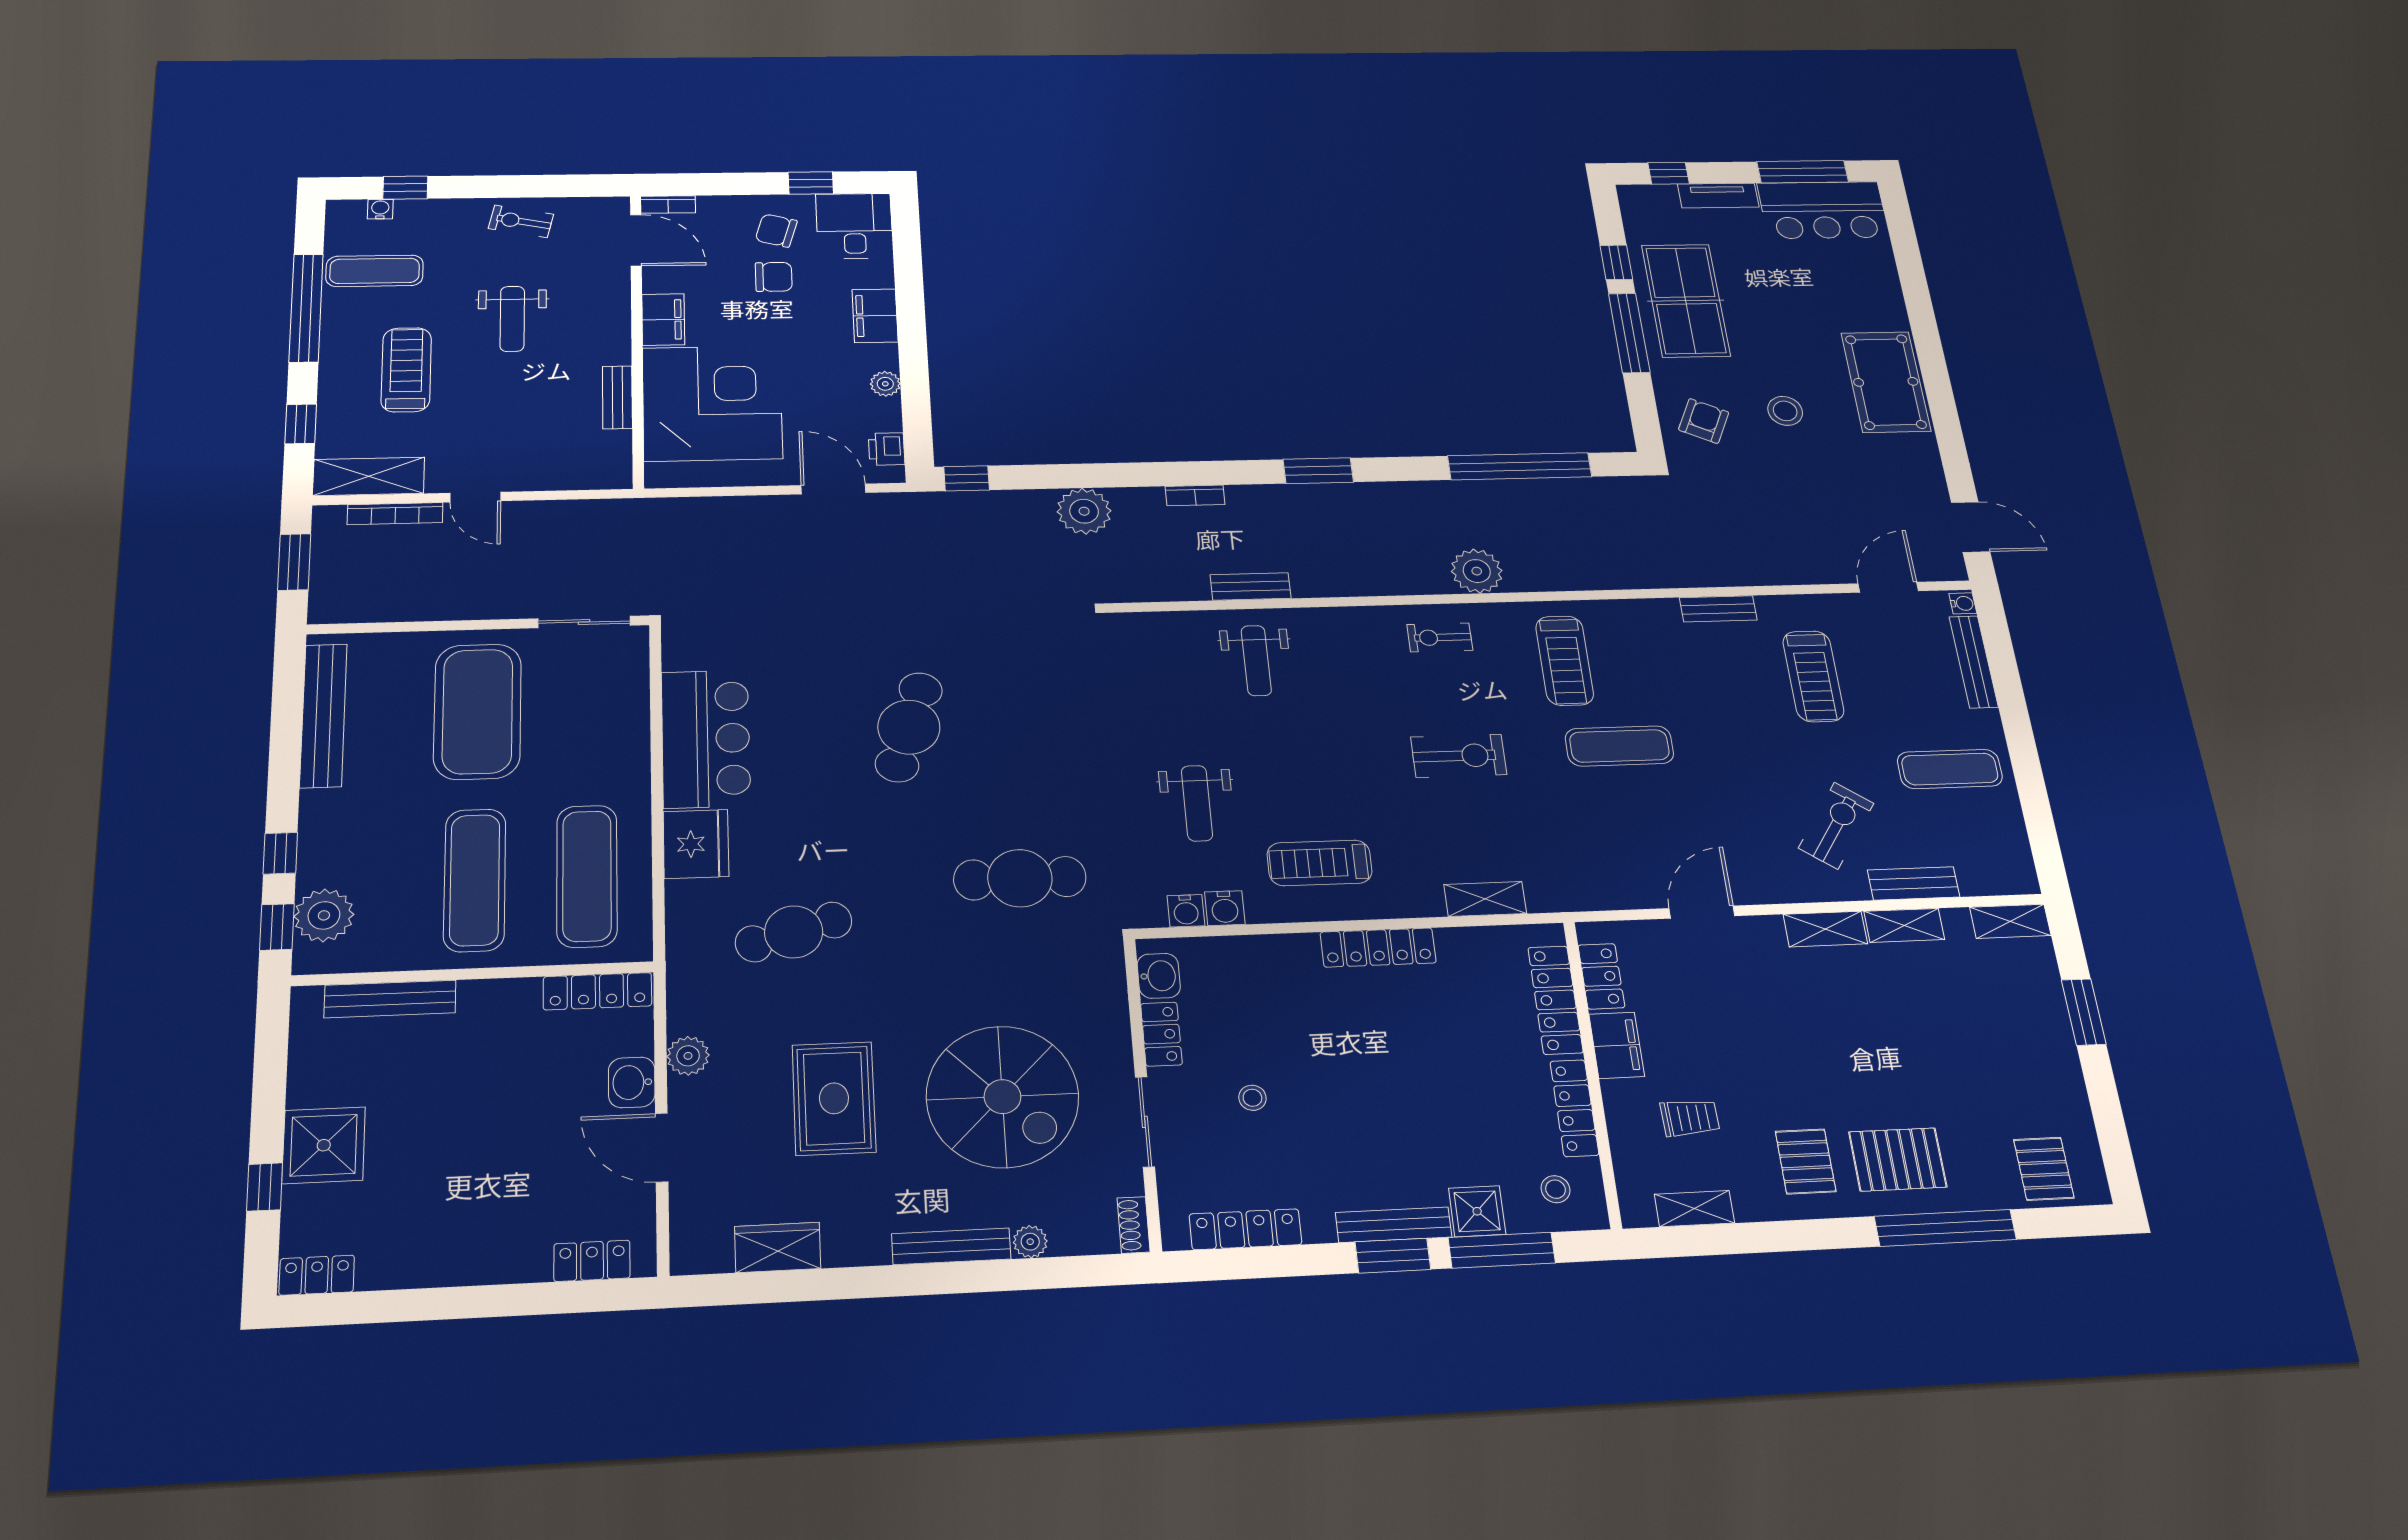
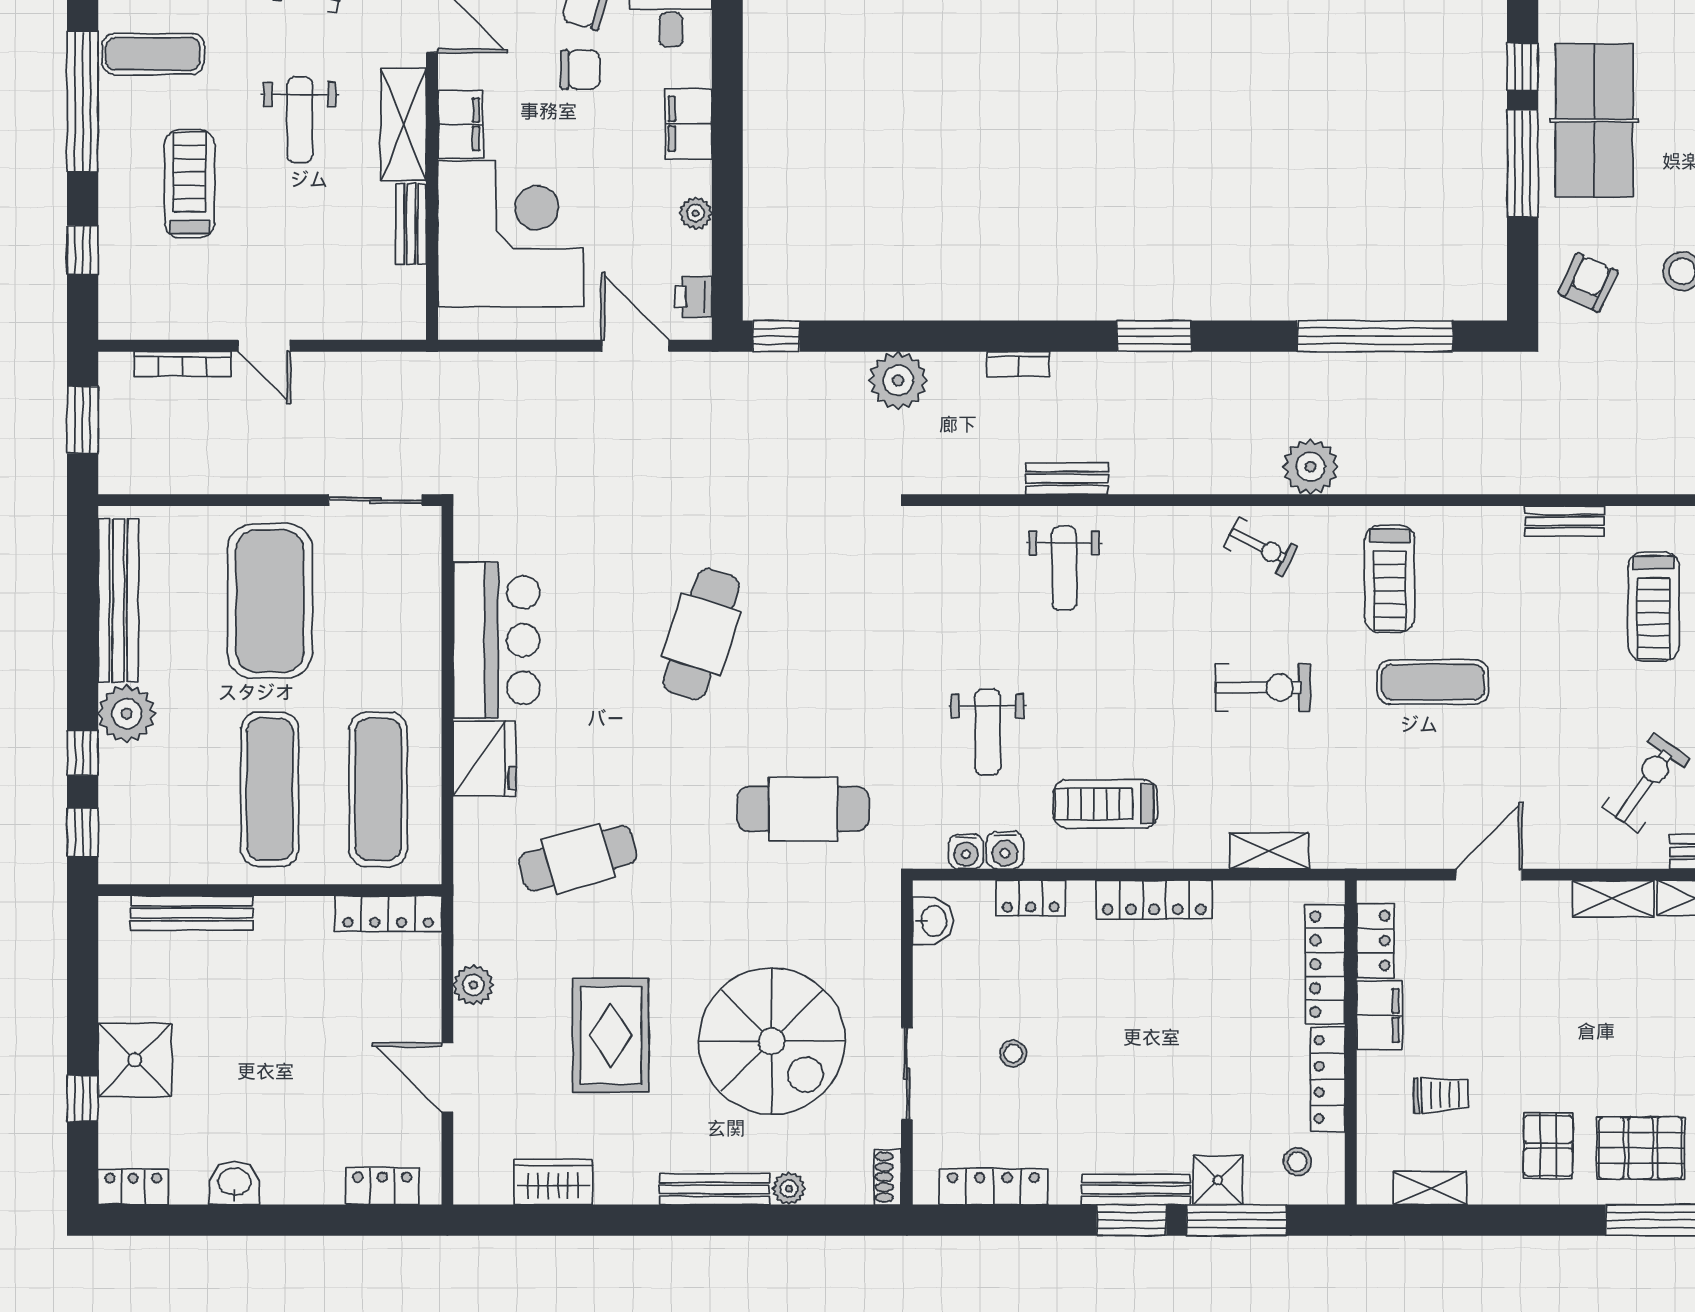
shelving: (369, 476) -> (404, 124), moved, turned 90
exercise bike: (1440, 637) -> (1261, 547), turned -153
plant: (324, 915) -> (127, 714), moved
locker: (1161, 1034) -> (1031, 898), moved, turned 90
washbasin: (632, 1082) -> (234, 1183), moved, turned 90

